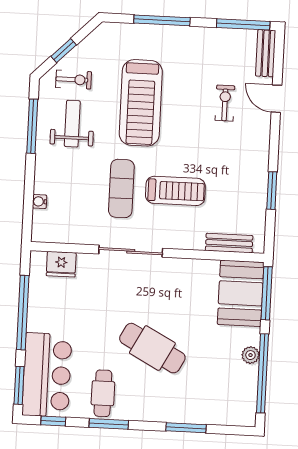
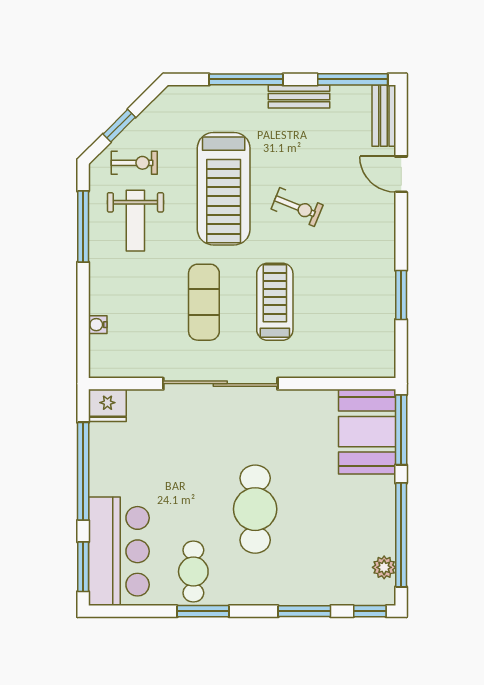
exercise bike: (225, 103) -> (297, 207), moved, turned 112
weight bench: (72, 124) -> (135, 221), turned 180
treadmill: (175, 191) -> (275, 302), turned -90
bench: (229, 243) -> (299, 97), moved
sliding door: (131, 251) -> (220, 384), width x1.36
fridge: (61, 264) -> (107, 405), moved
cafe table: (152, 348) -> (255, 509), turned 62
plant: (250, 355) -> (384, 567), moved
window: (53, 421) -> (370, 611), moved

